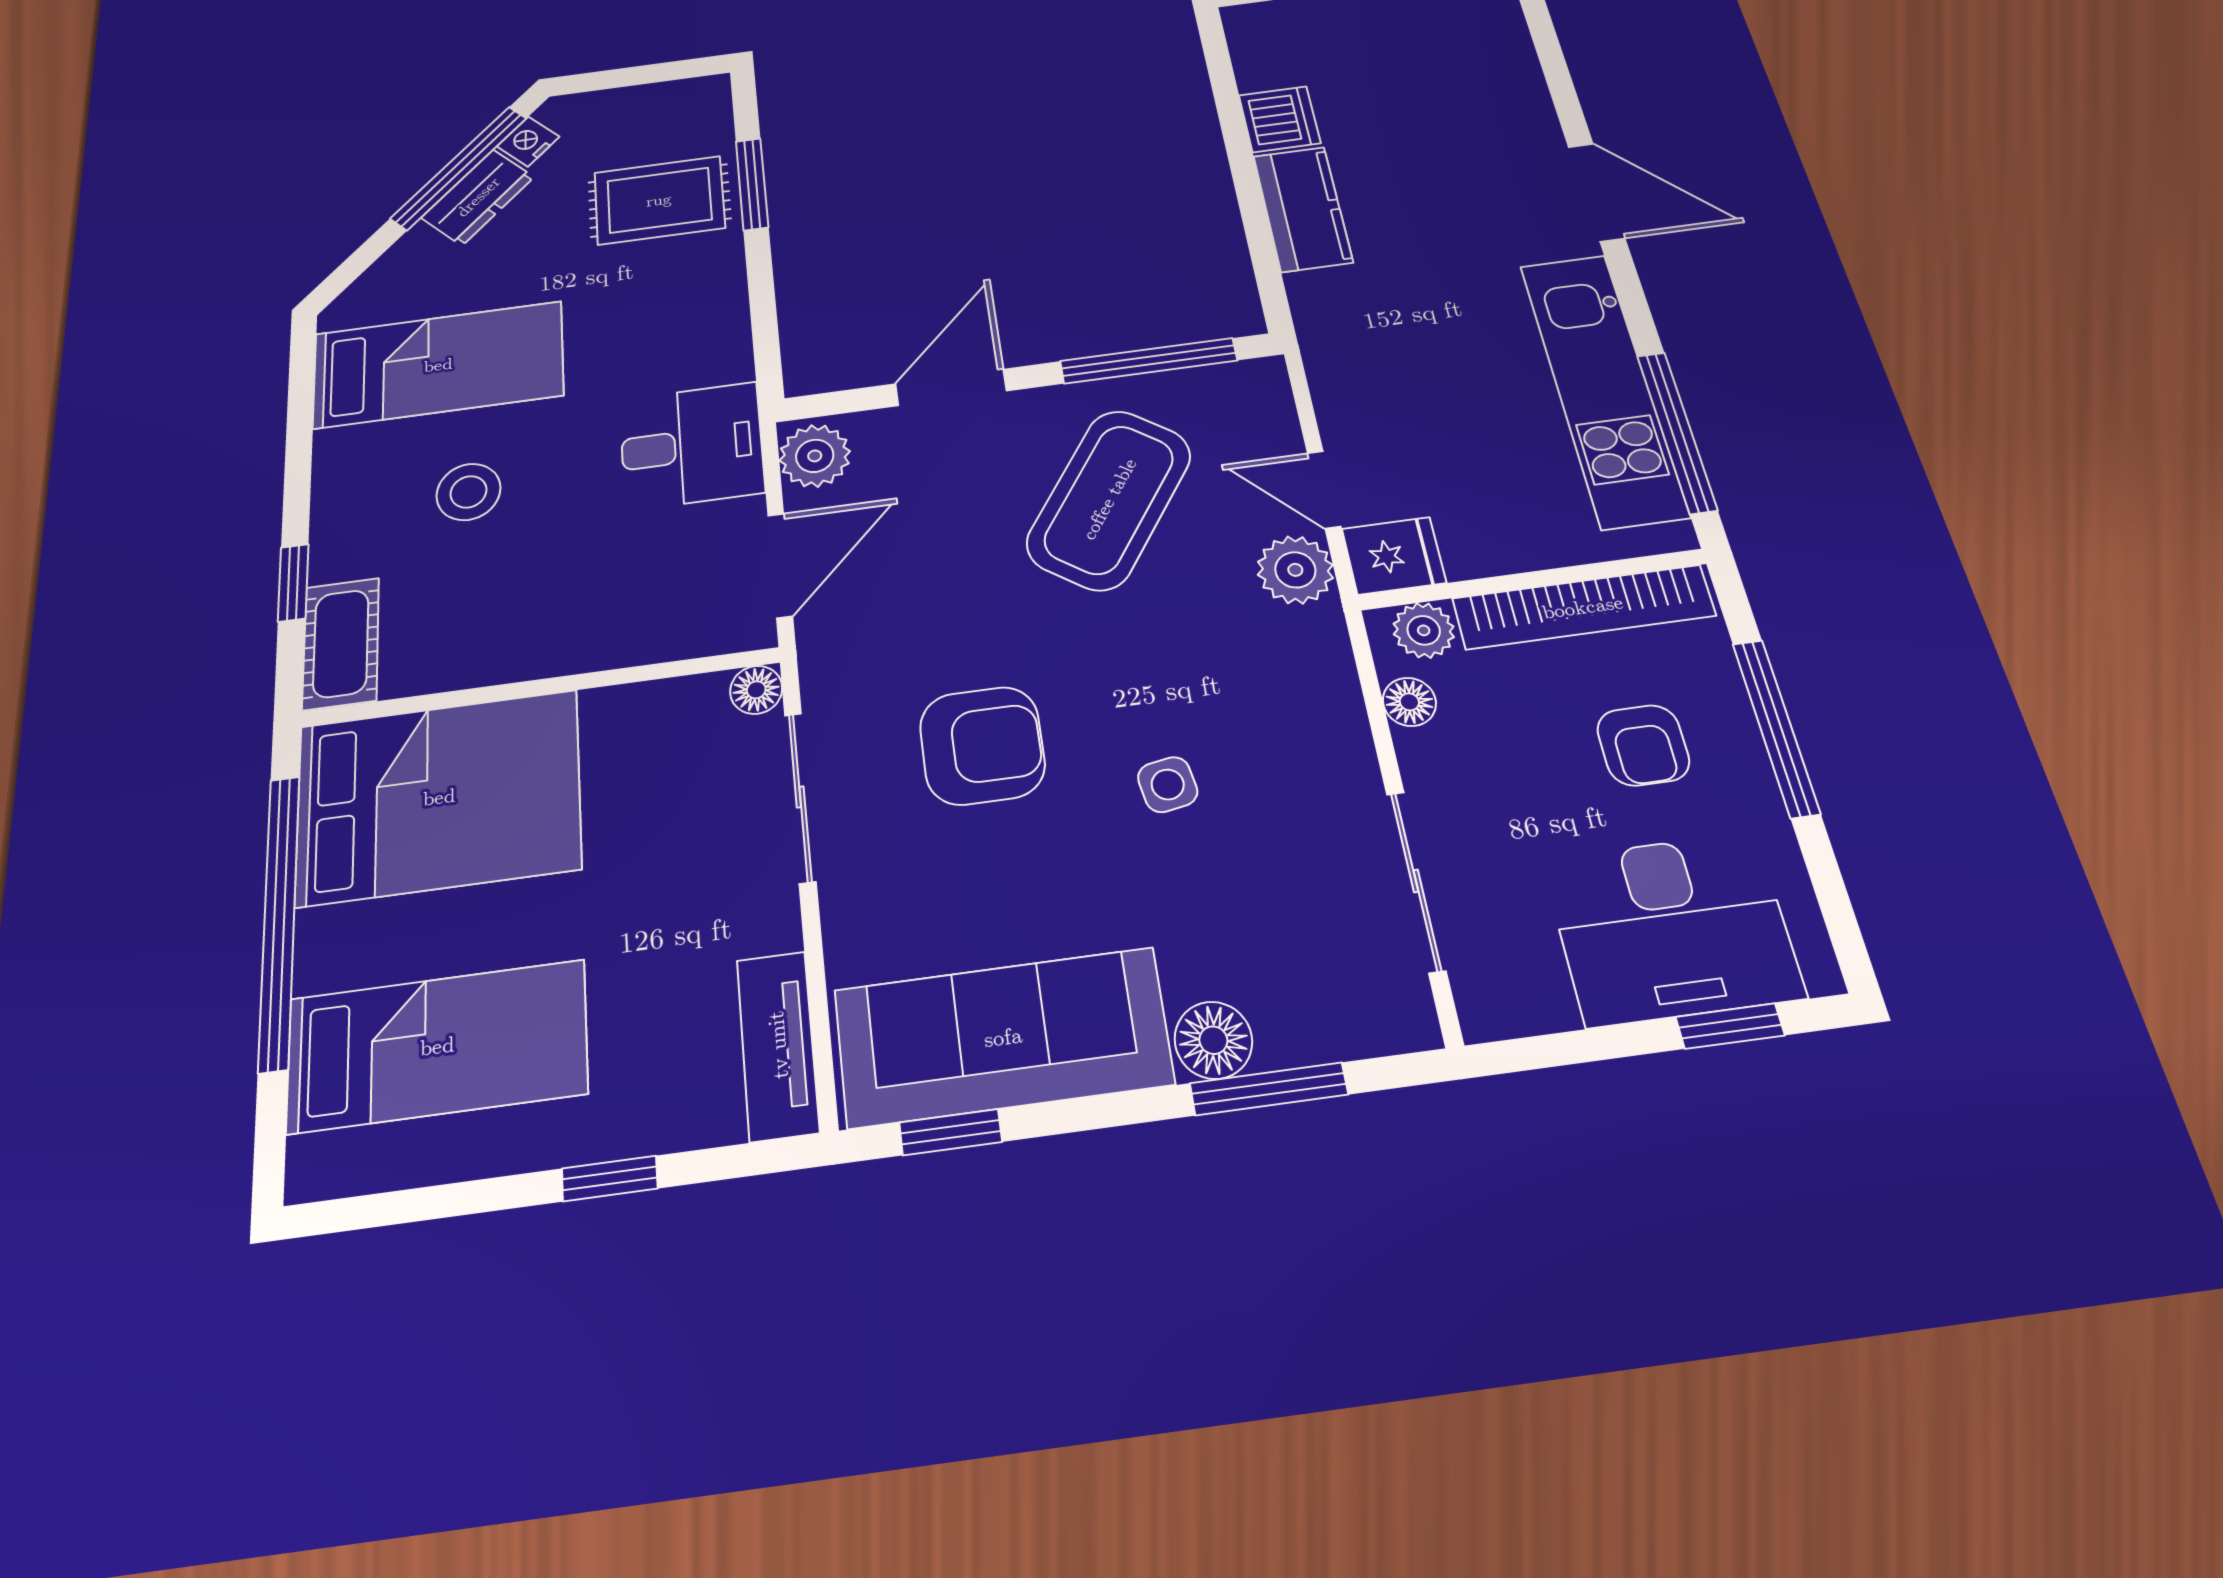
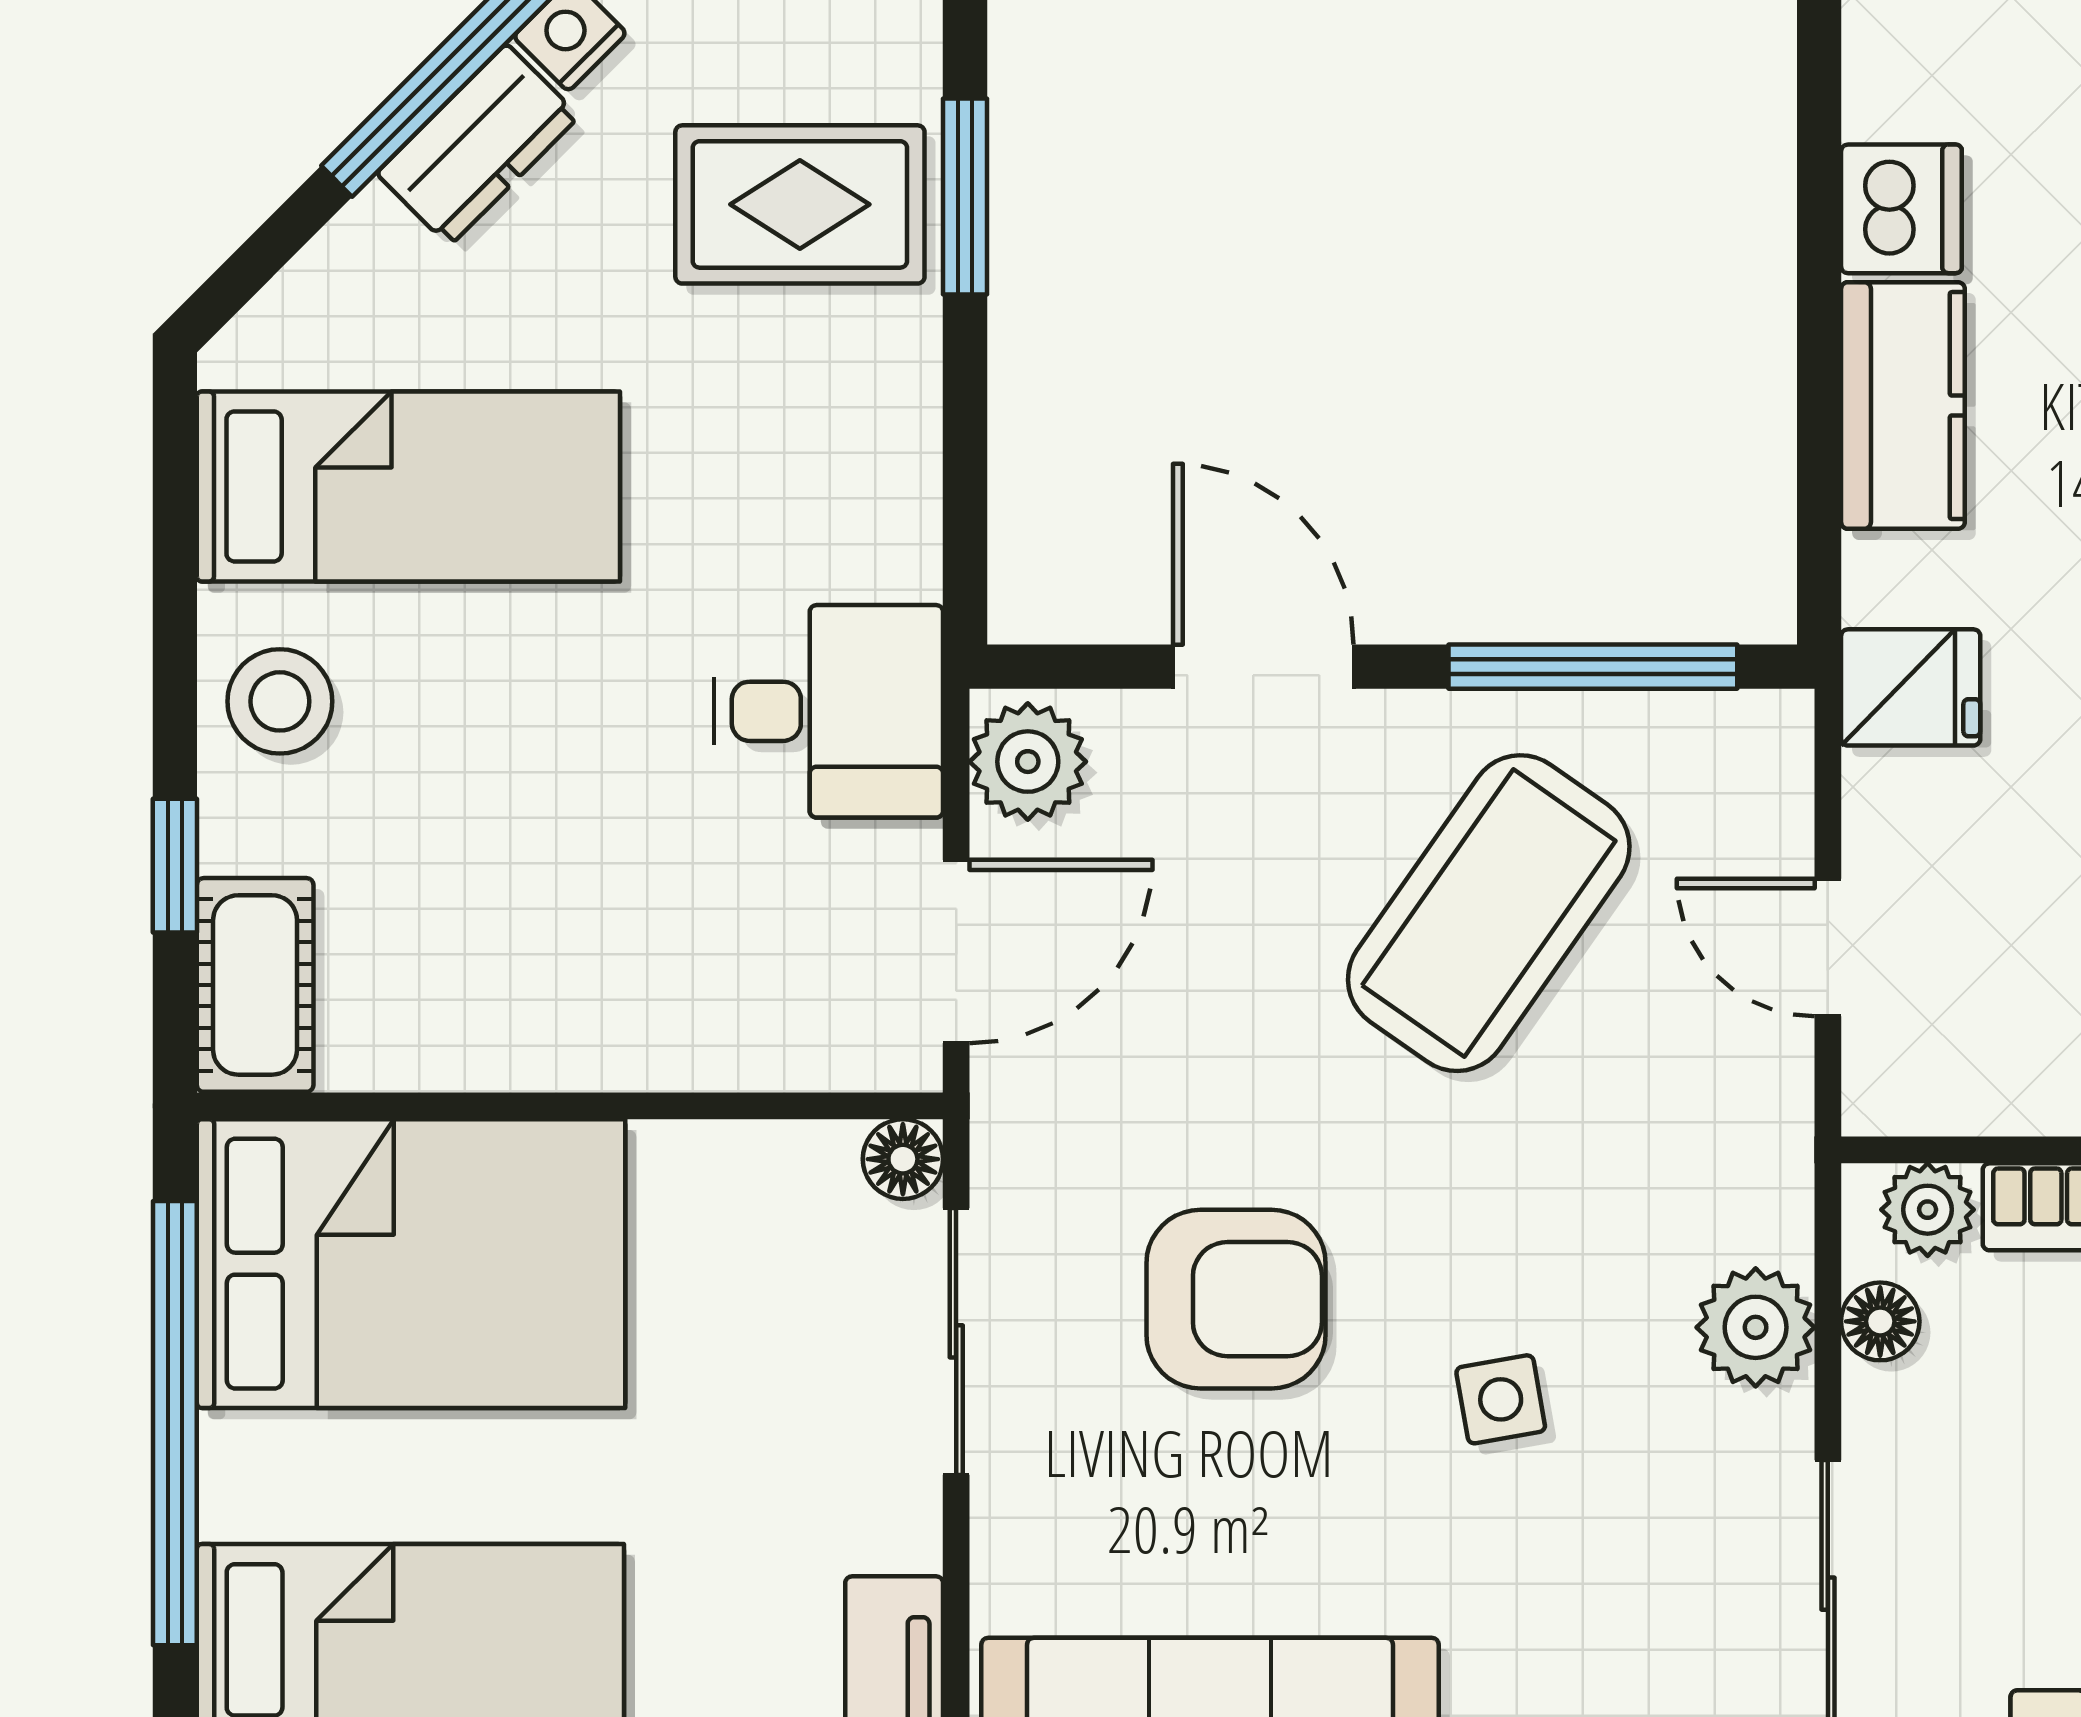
door: (951, 387) -> (1263, 667), hinge flipped
stool: (468, 492) -> (280, 701), moved
fridge: (1394, 556) -> (1911, 687), moved
plant: (1295, 570) -> (1756, 1327), moved

